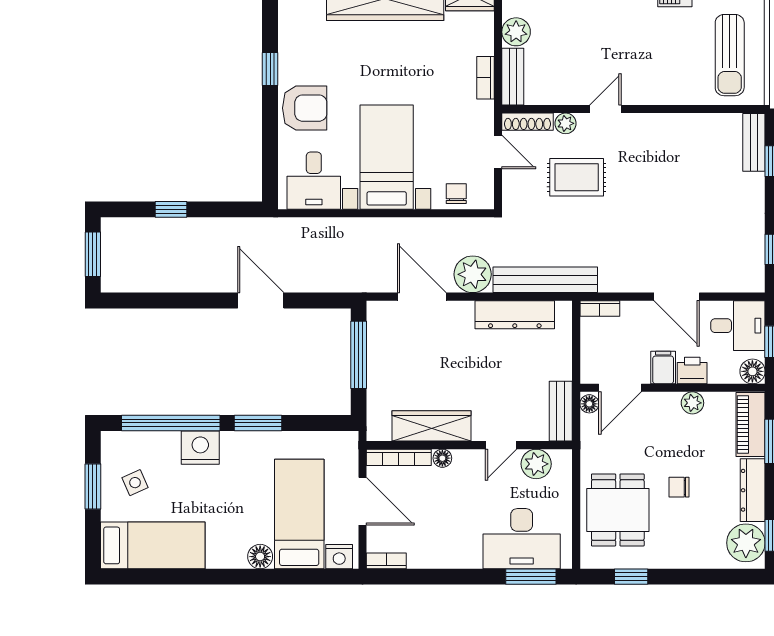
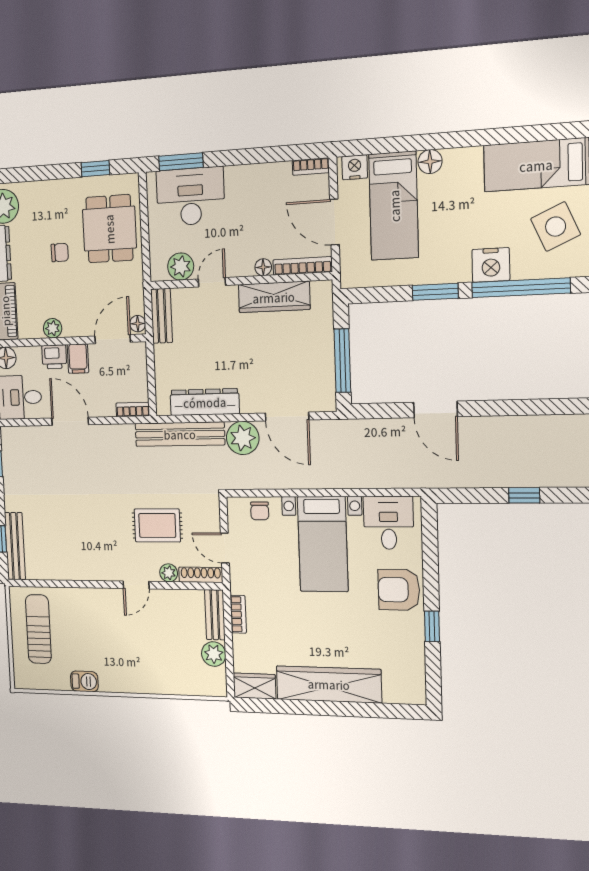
bench: (754, 142) -> (15, 546), width x1.36
side table: (135, 483) -> (556, 227), width x1.87, depth x1.87

